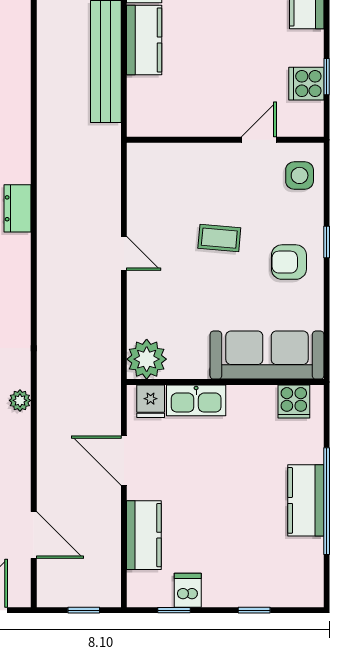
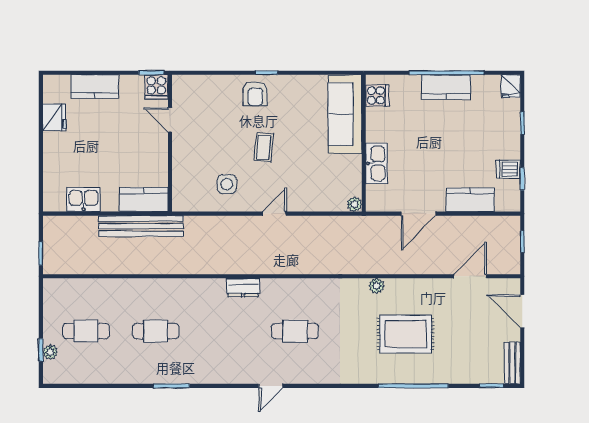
kitchen counter: (144, 40) -> (144, 200), moved
wall: (225, 140) -> (170, 143), moved
door: (259, 140) -> (170, 120), moved
side table: (300, 175) -> (227, 184), moved
armchair: (289, 262) -> (255, 94), moved
plant: (147, 359) -> (354, 204), width x0.53, depth x0.53
fridge: (151, 401) -> (511, 86), moved, turned 90

